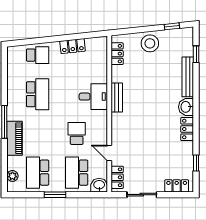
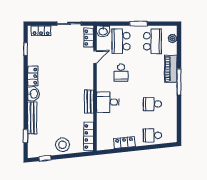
locker: (117, 54) -> (89, 136), width x1.53
school desk: (38, 94) -> (152, 104), width x0.54
door: (109, 153) -> (95, 57), hinge flipped
school desk: (77, 173) -> (121, 41), turned 180

